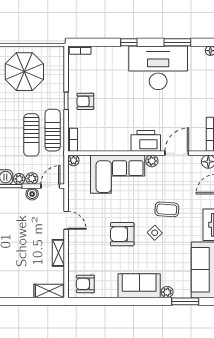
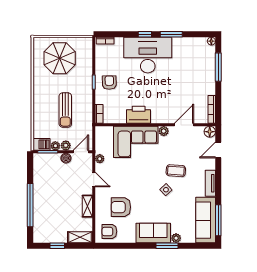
window: (177, 42) -> (171, 34), moved
desk: (158, 68) -> (148, 55), moved
armchair: (85, 101) -> (109, 83), turned 89
sun lounger: (53, 130) -> (83, 106), removed
printer: (146, 141) -> (139, 115), moved
plant: (73, 160) -> (100, 159), moved
armchair: (122, 234) -> (121, 207), moved
window: (21, 301) -> (57, 246), added
window: (185, 301) -> (167, 246), moved

